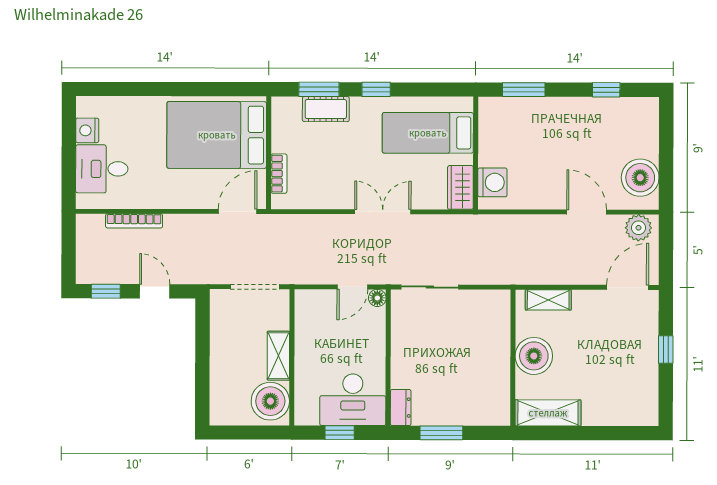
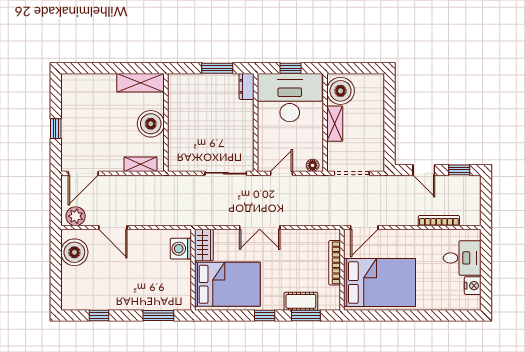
bed: (428, 133) -> (227, 284), width x1.50
bookcase: (279, 174) -> (335, 263), width x1.56
floor lamp: (377, 298) -> (313, 165), moved
desk: (353, 400) -> (290, 98), width x1.36, depth x1.30

